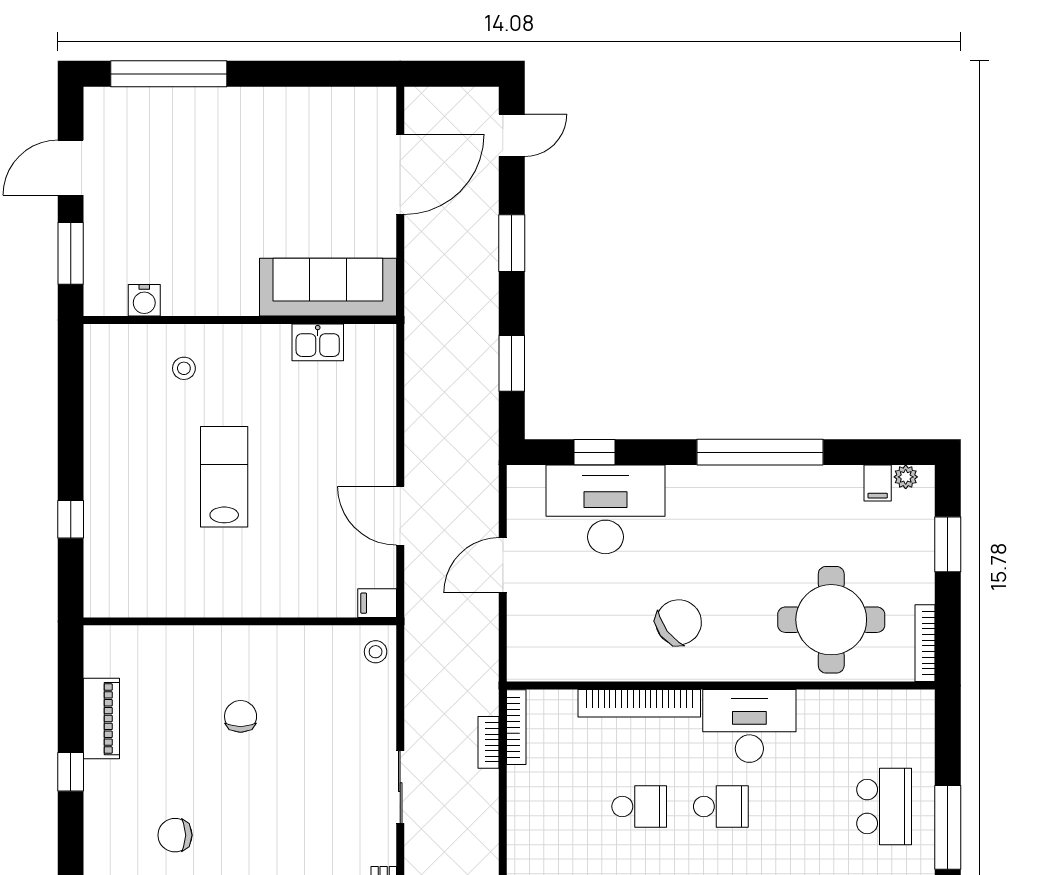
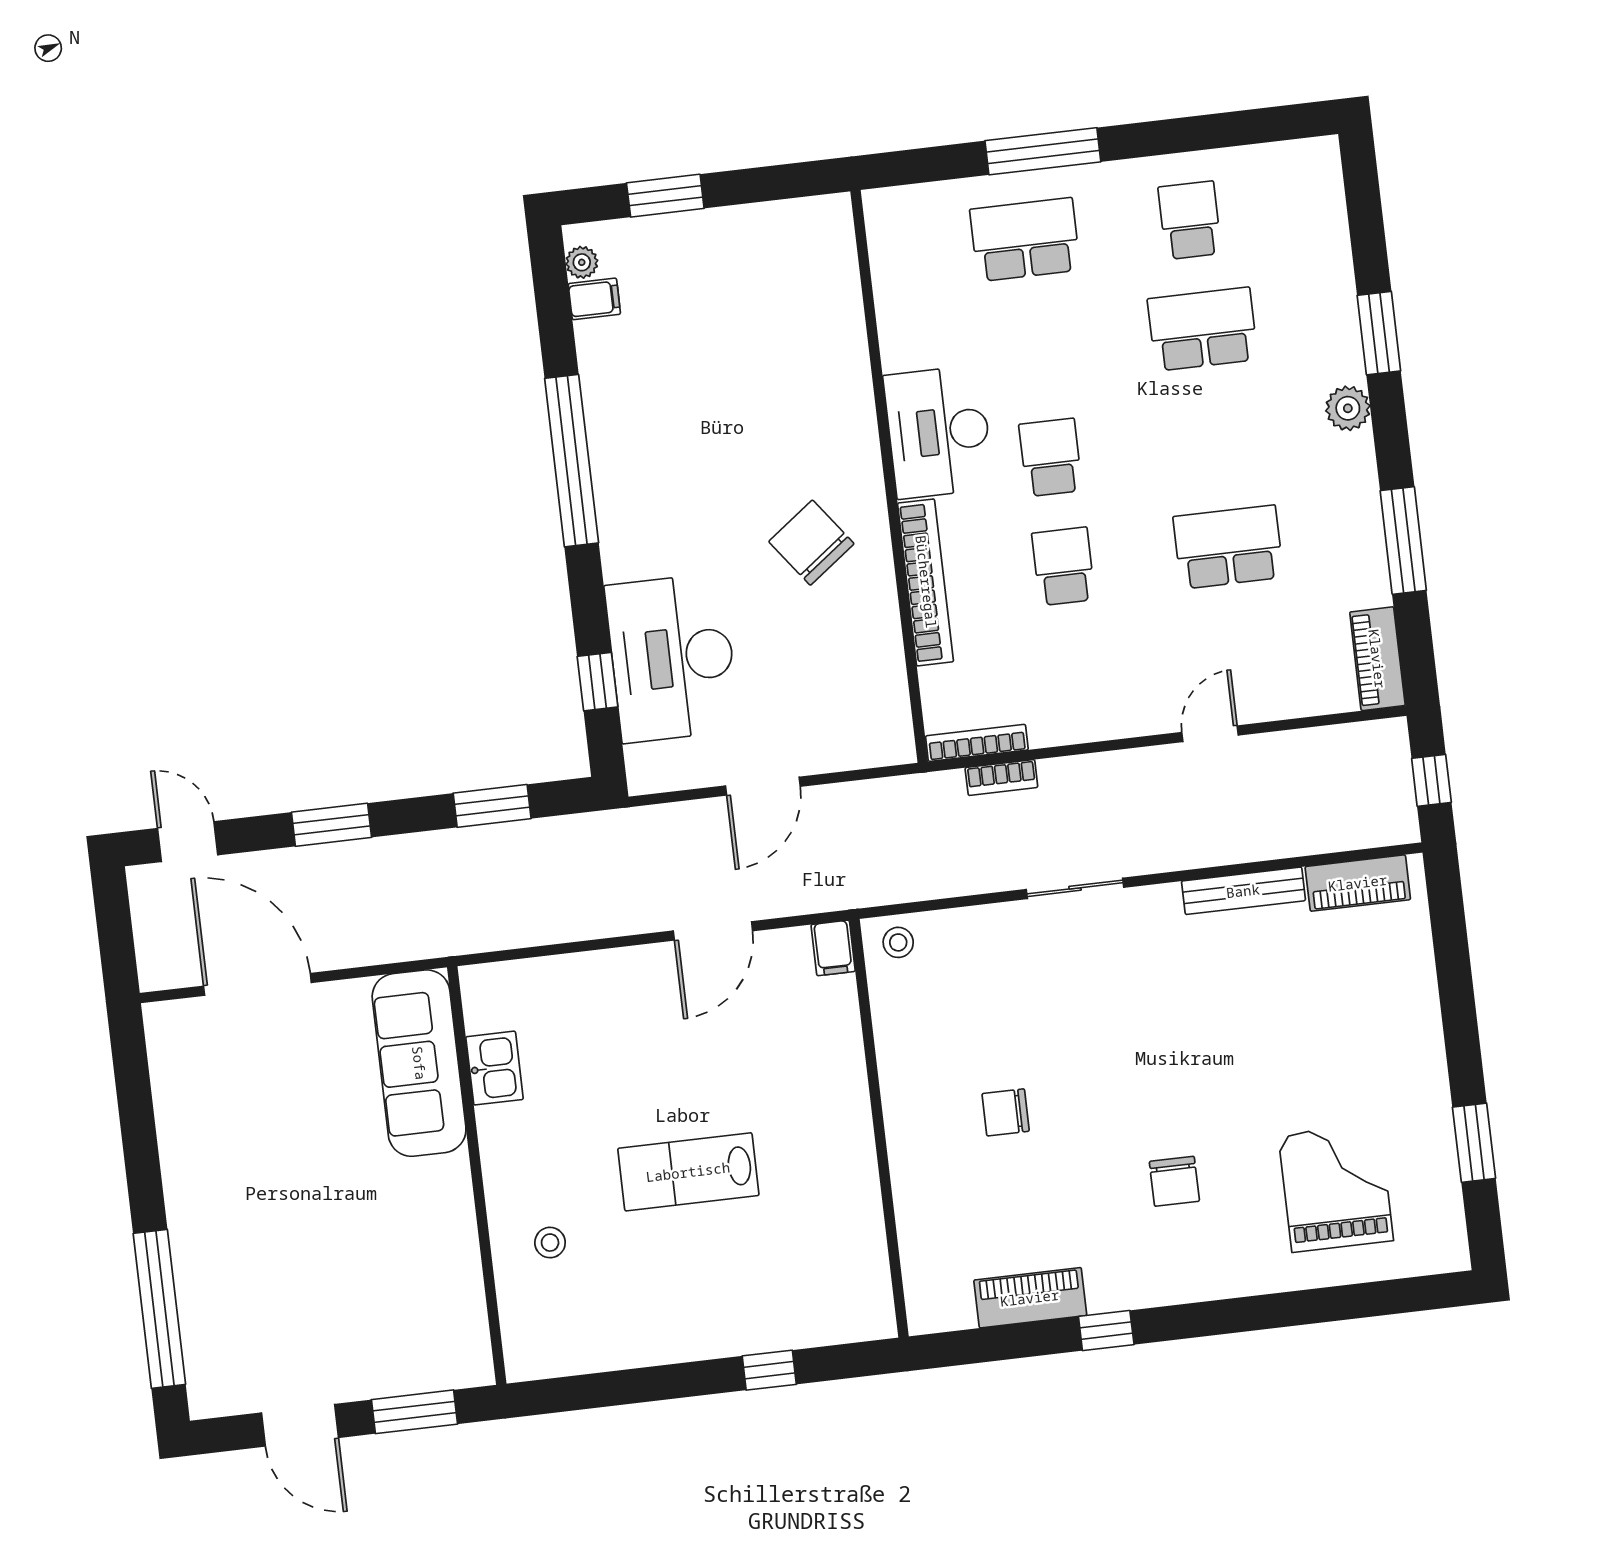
water cooler: (144, 300) -> (465, 1306), removed
door: (503, 565) -> (763, 786), hinge flipped
round table: (831, 620) -> (784, 339), removed
bookcase: (925, 643) -> (801, 210), removed

